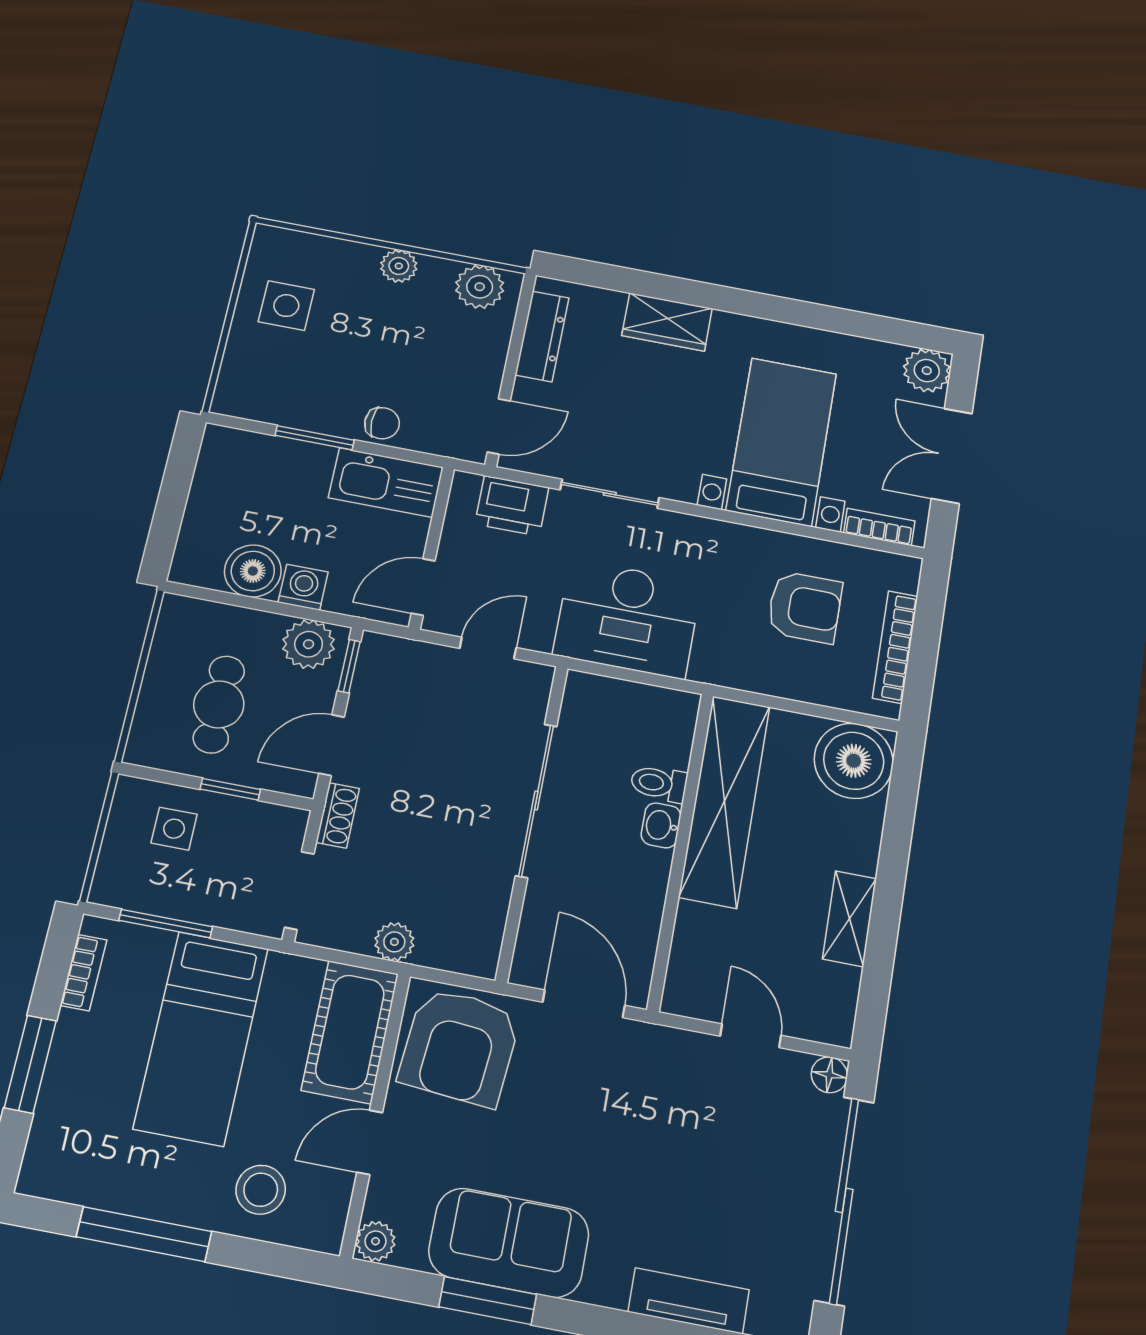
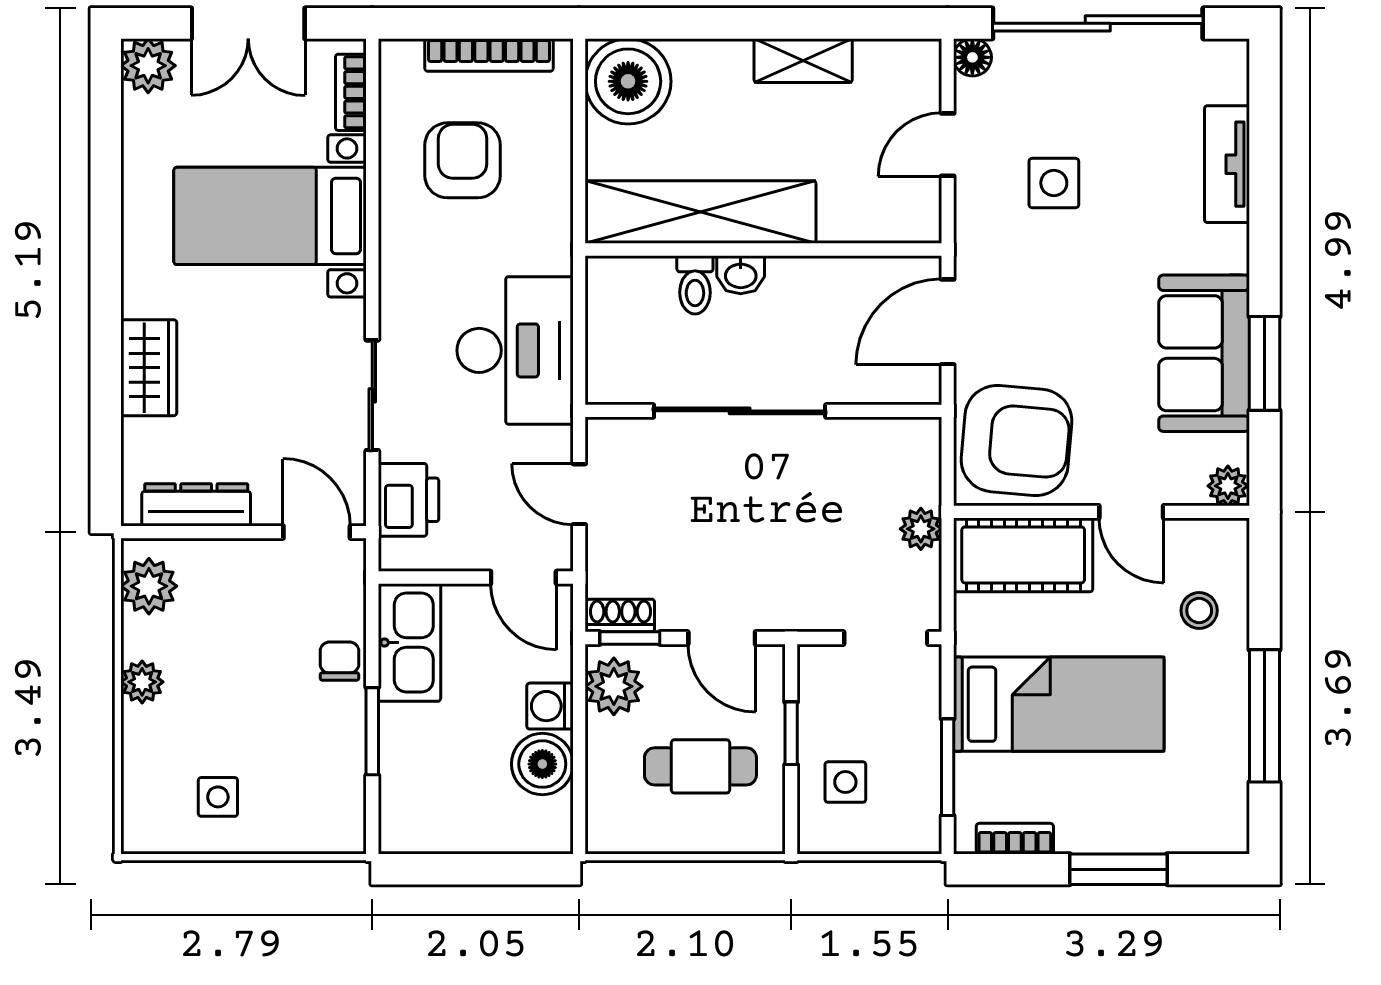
side table: (286, 306) -> (218, 797), width x0.73, depth x0.73
shoe rack: (338, 815) -> (621, 615), moved
side table: (698, 1129) -> (1054, 183), added
stool: (261, 1190) -> (1199, 611), width x0.73, depth x0.73

